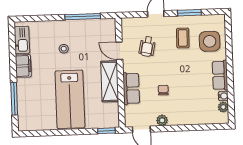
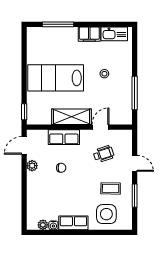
wheelchair: (147, 47) -> (104, 154), turned 150

